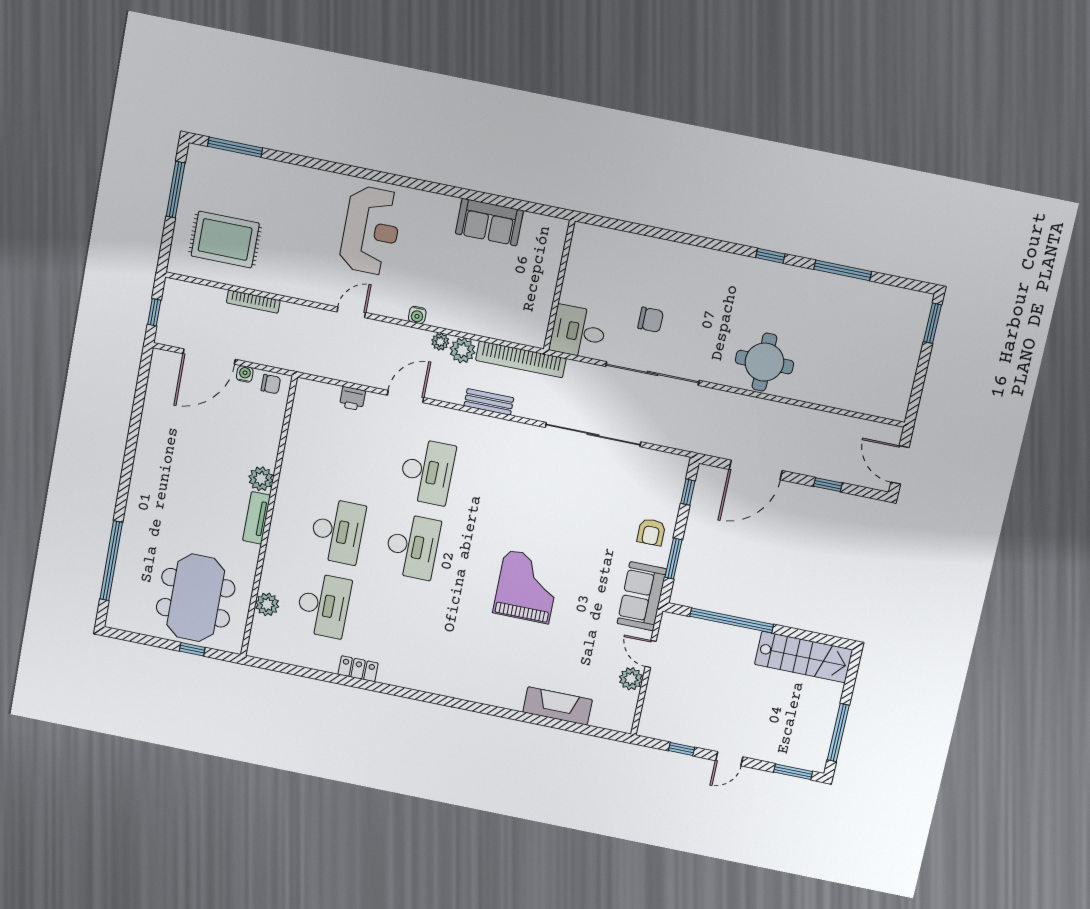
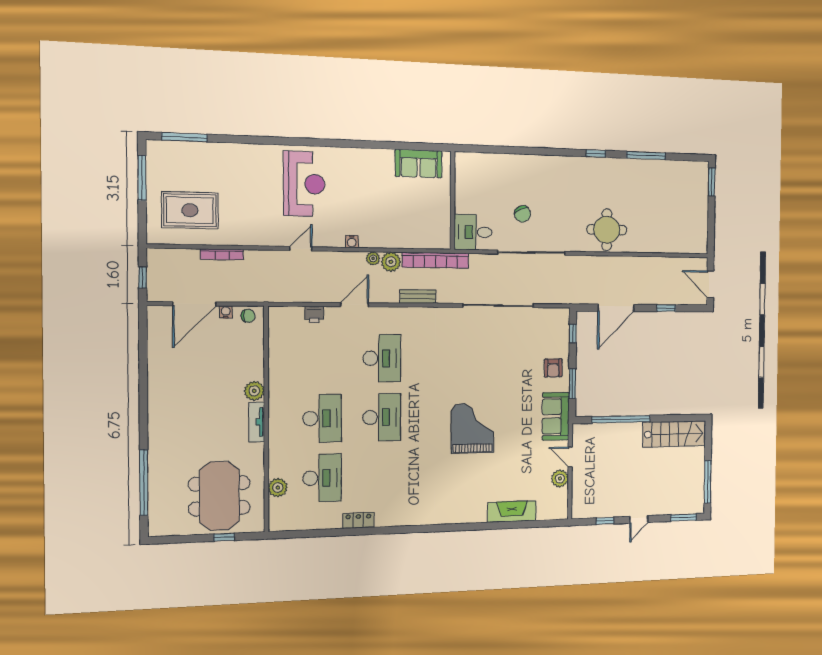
sofa: (489, 222) -> (419, 164), moved
chair: (651, 320) -> (522, 214), turned 66

